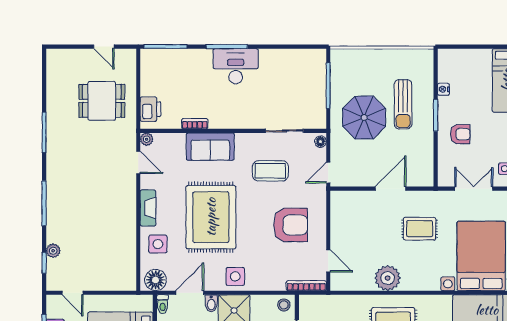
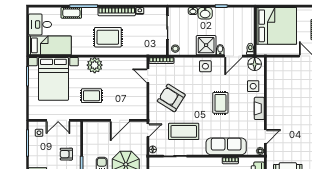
sofa: (210, 147) -> (226, 146), width x1.36
door: (138, 162) -> (265, 137), swing flipped
coffee table: (270, 171) -> (184, 131), width x1.36, depth x1.32
door: (391, 189) -> (120, 120), moved
rug: (211, 217) -> (220, 103), width x0.54, depth x0.49
armchair: (291, 225) -> (171, 98), turned 32
plant: (388, 278) -> (95, 65), moved

